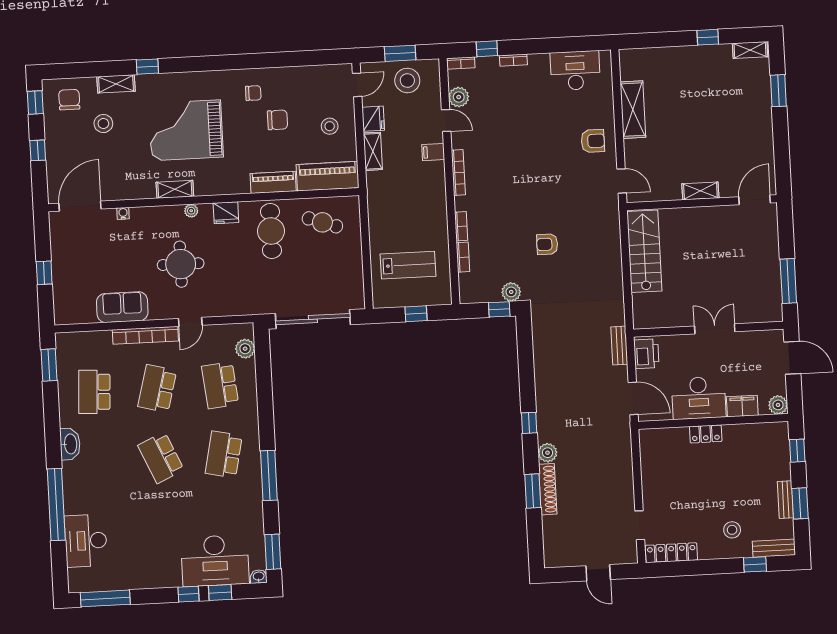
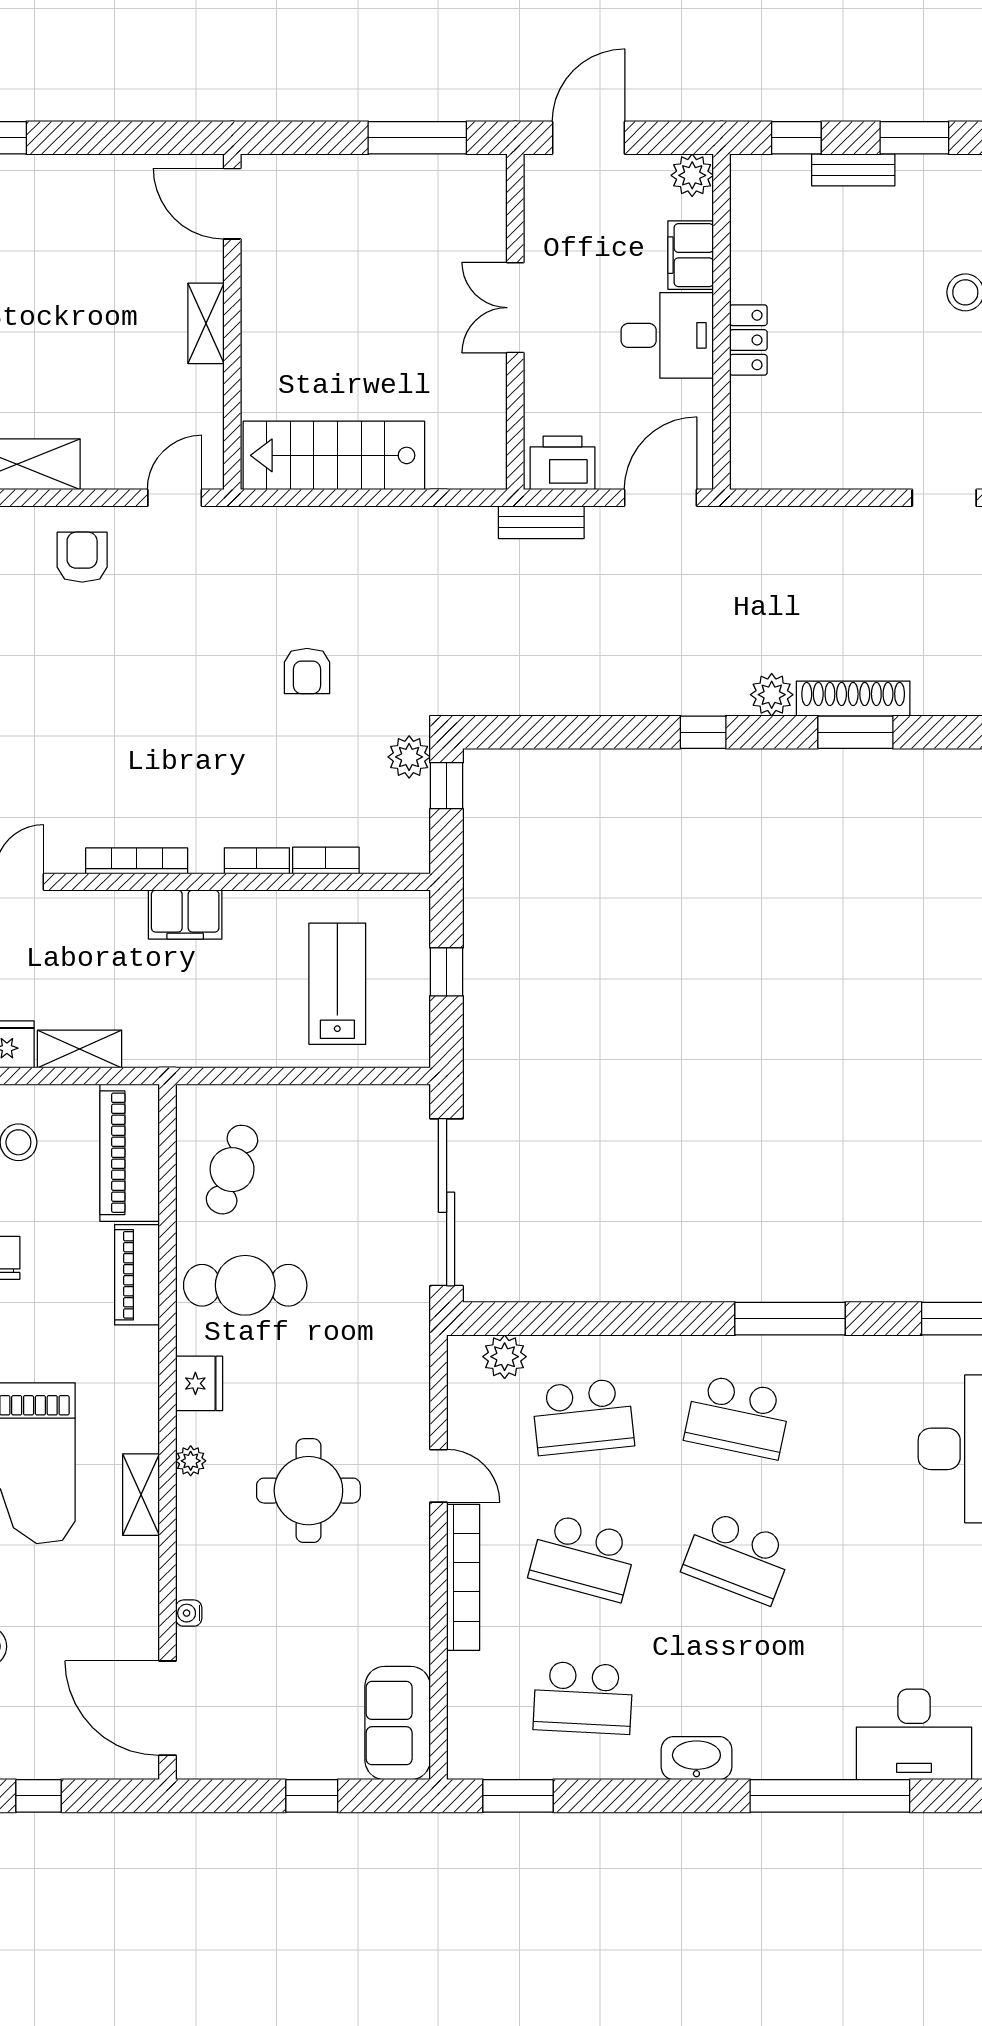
filing cabinet: (433, 152) -> (185, 915), moved, width x2.00
sofa: (122, 307) -> (398, 1723), moved
desk: (699, 398) -> (667, 335), width x0.73
school desk: (161, 458) -> (738, 1557), turned 45
bench: (785, 500) -> (853, 170), moved

